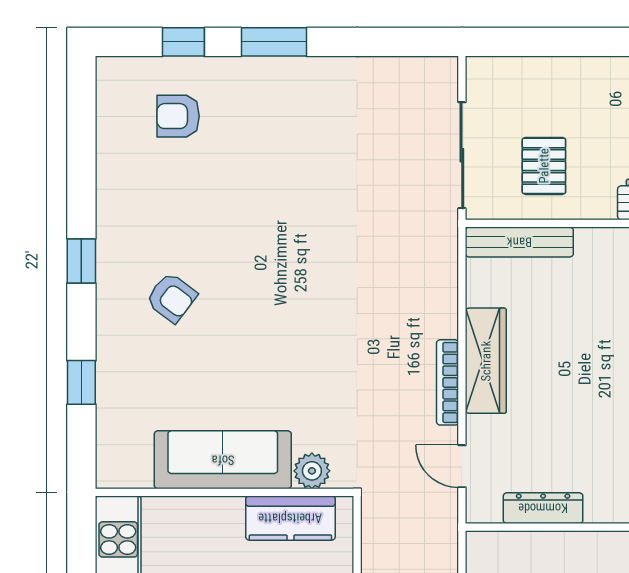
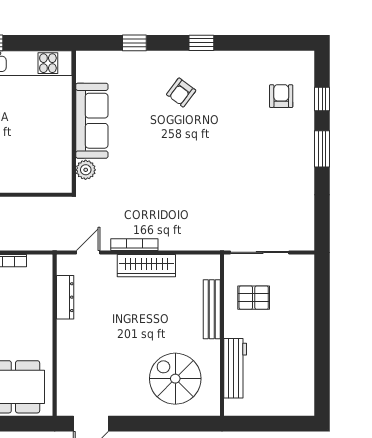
bench: (519, 242) -> (212, 309), moved
kitchen counter: (290, 518) -> (60, 158), removed

